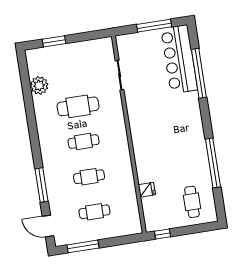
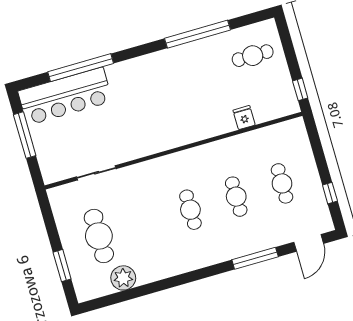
cafe table: (78, 106) -> (99, 236), moved
window: (83, 246) -> (330, 193), width x0.46

